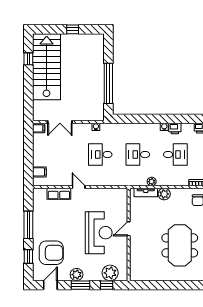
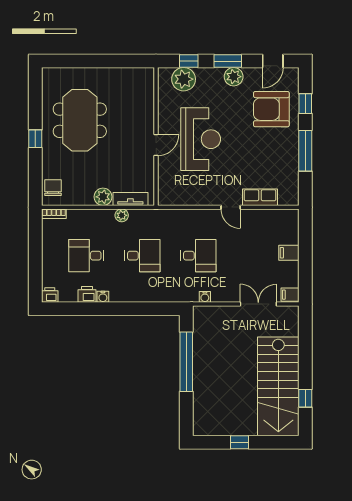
filing cabinet: (39, 172) -> (289, 253), moved
reception desk: (99, 233) -> (201, 139), turned 180

